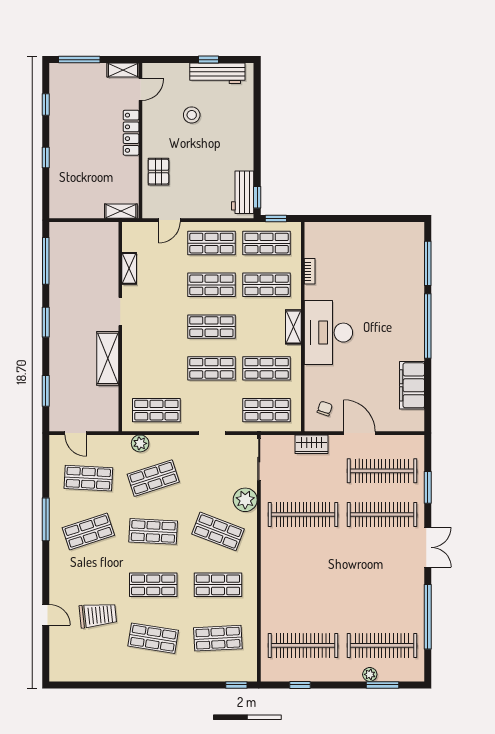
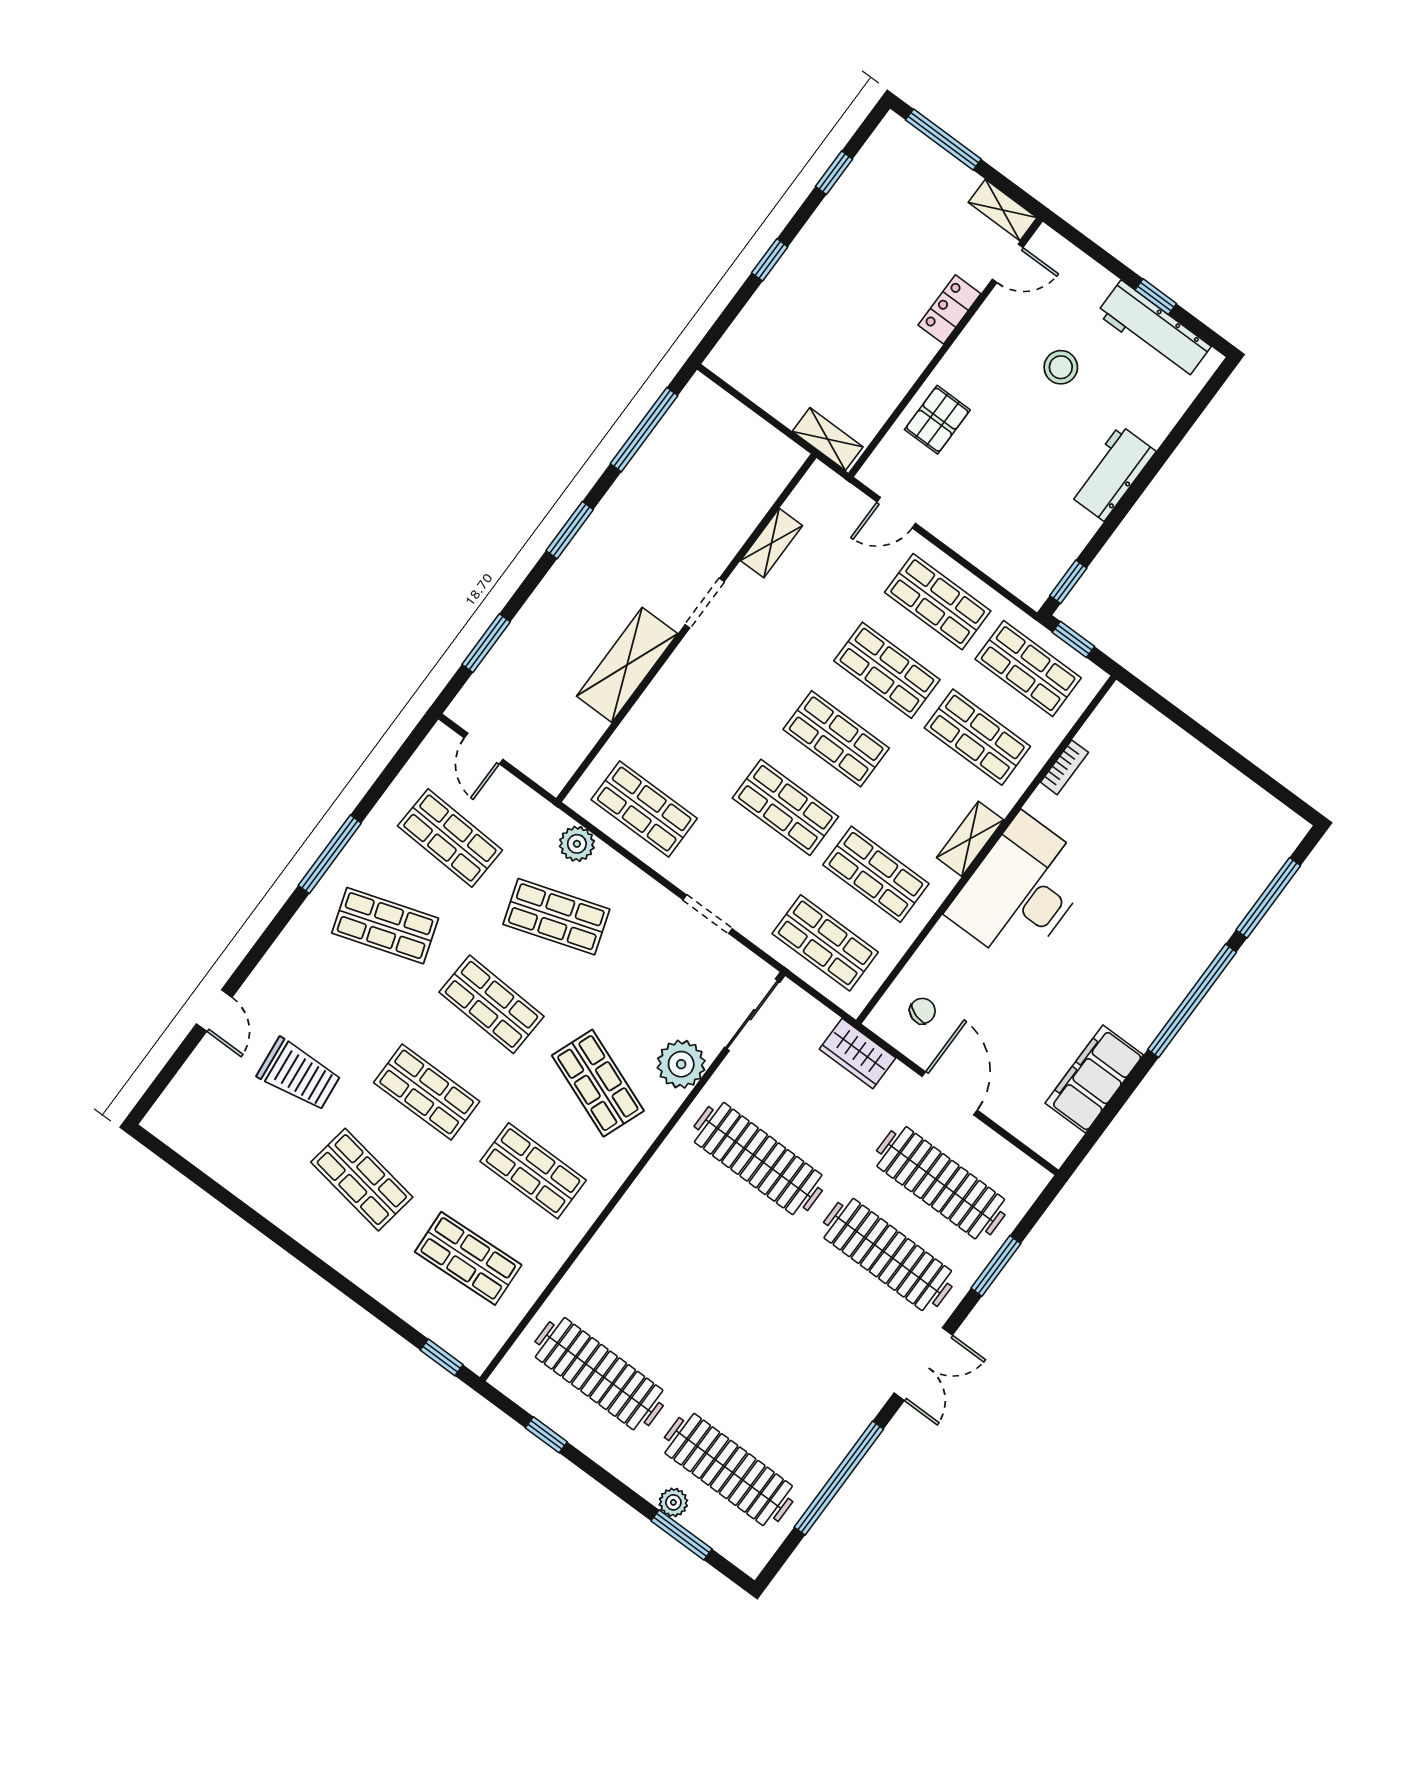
locker: (131, 133) -> (949, 309), width x0.66
workbench: (243, 192) -> (1112, 473), moved

